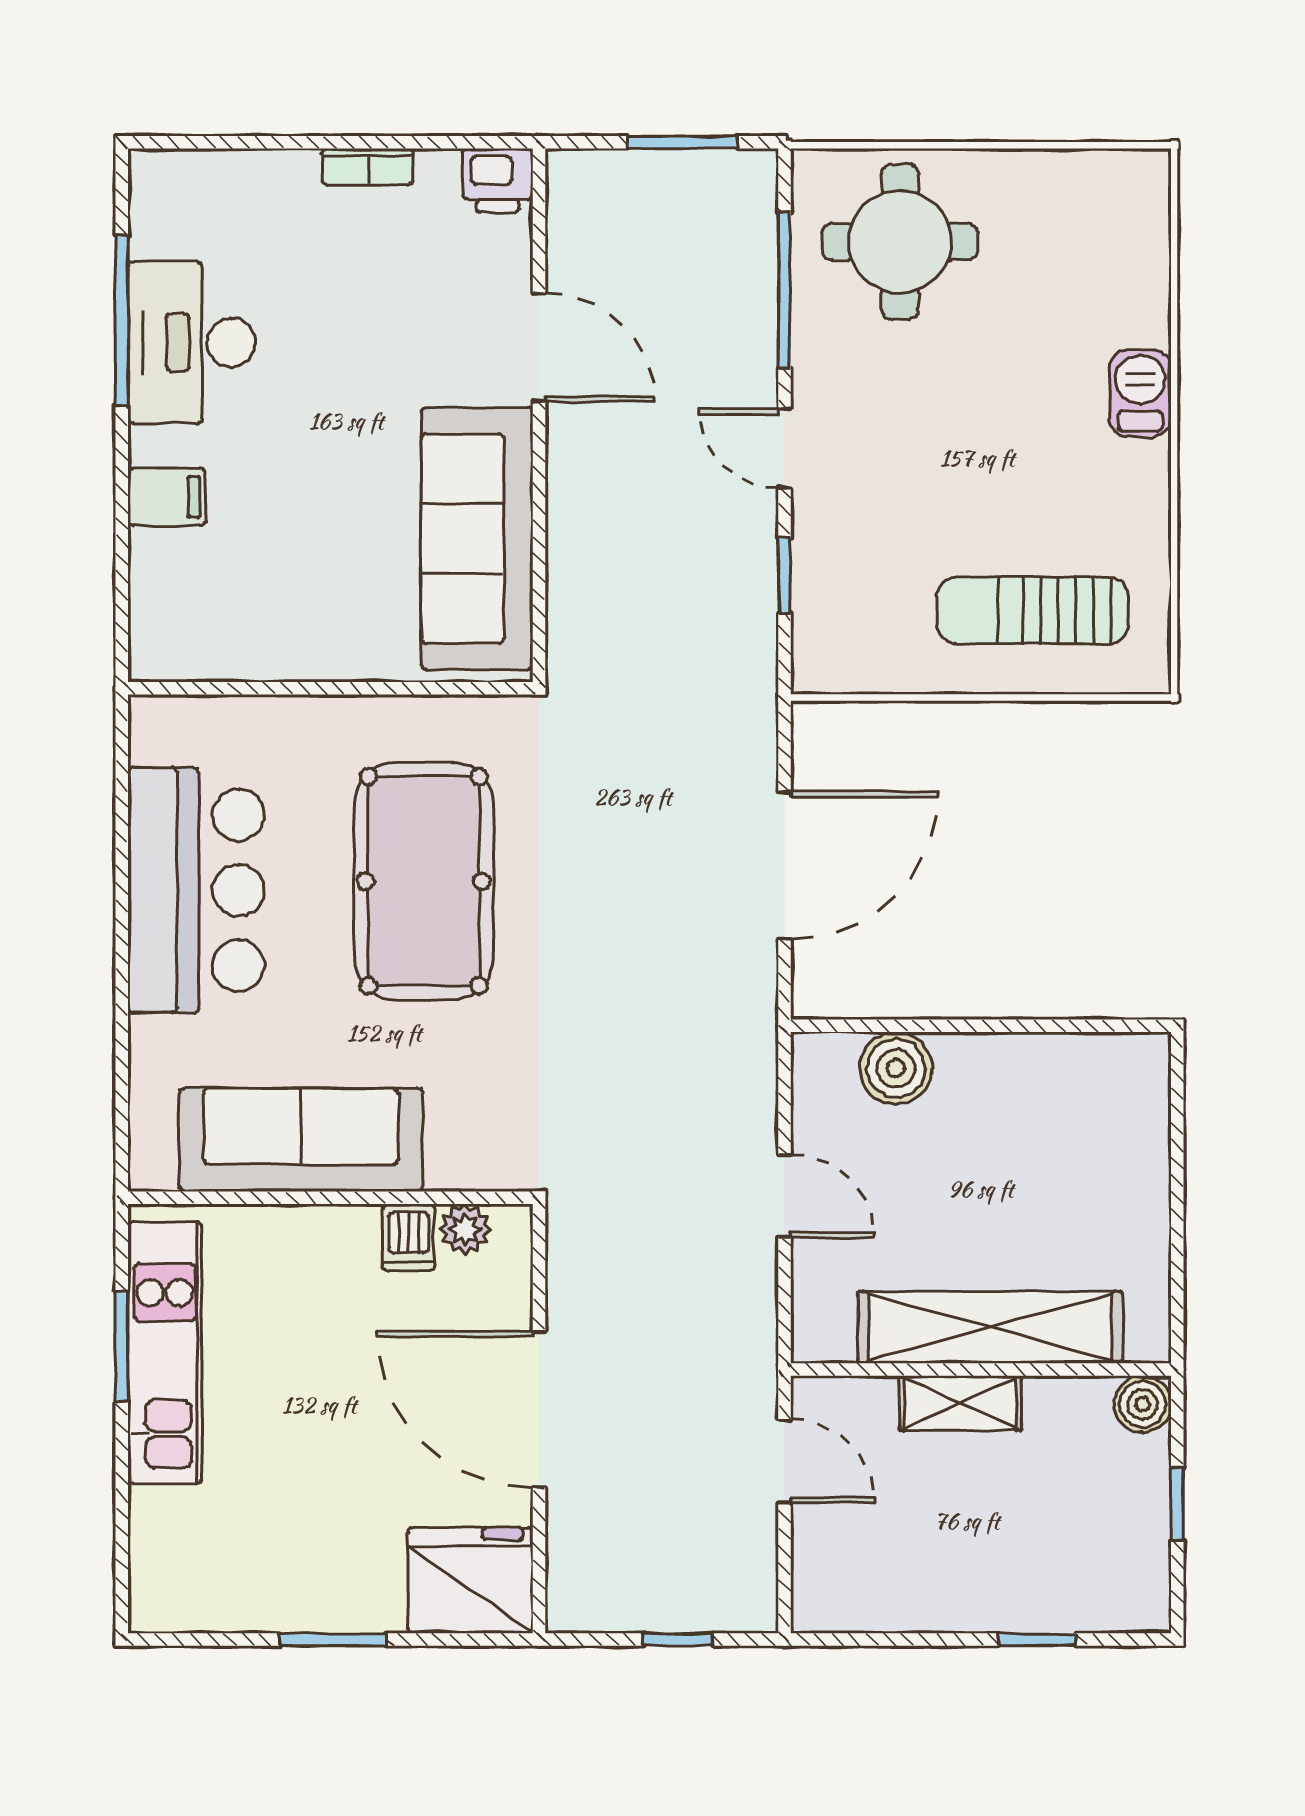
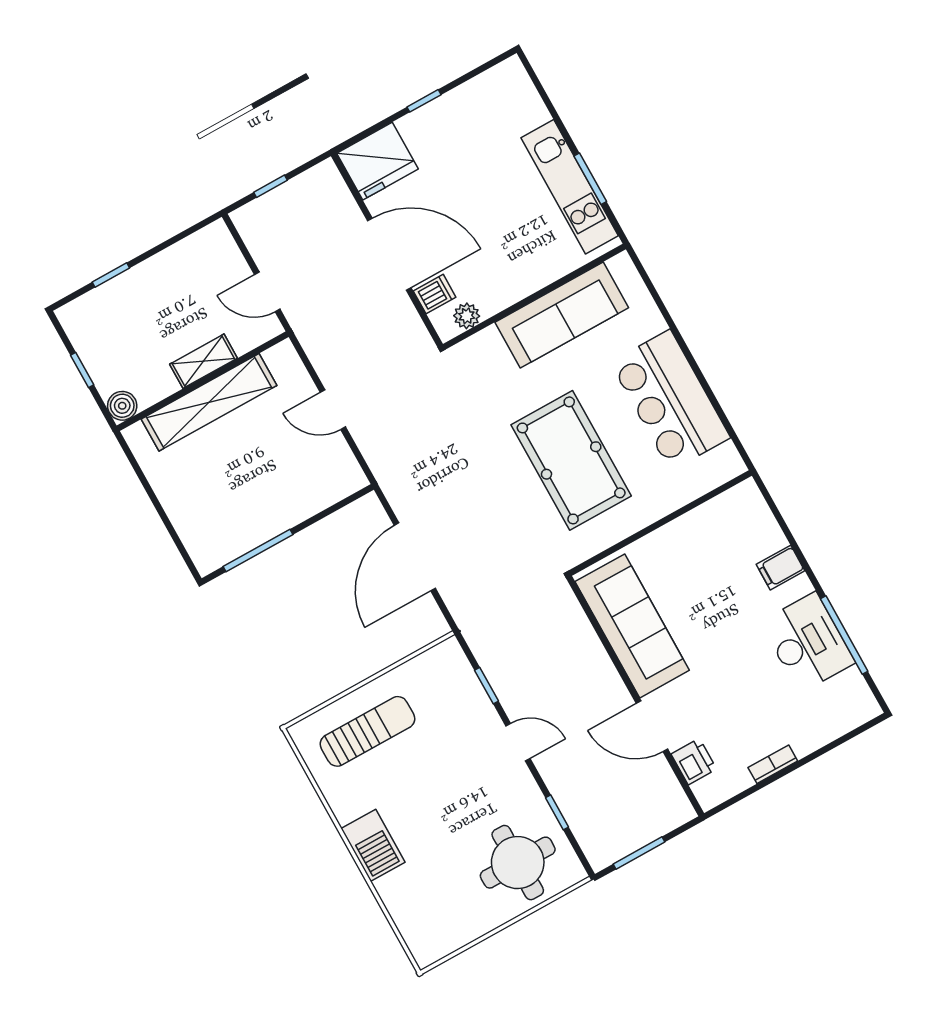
printer: (498, 180) -> (694, 762), moved, turned 90
window: (784, 290) -> (557, 812), width x0.46
barbecue: (1140, 393) -> (373, 845), width x1.38, depth x1.27
window: (1048, 1026) -> (258, 550), added
boiler: (896, 1068) -> (315, 494), removed
dishwasher: (409, 1237) -> (435, 294), moved, turned 90
window: (333, 1639) -> (424, 101), width x0.67

